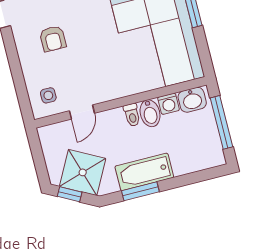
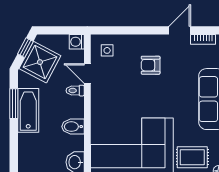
washing machine: (169, 104) -> (77, 42), moved
toilet: (132, 115) -> (75, 91), moved

